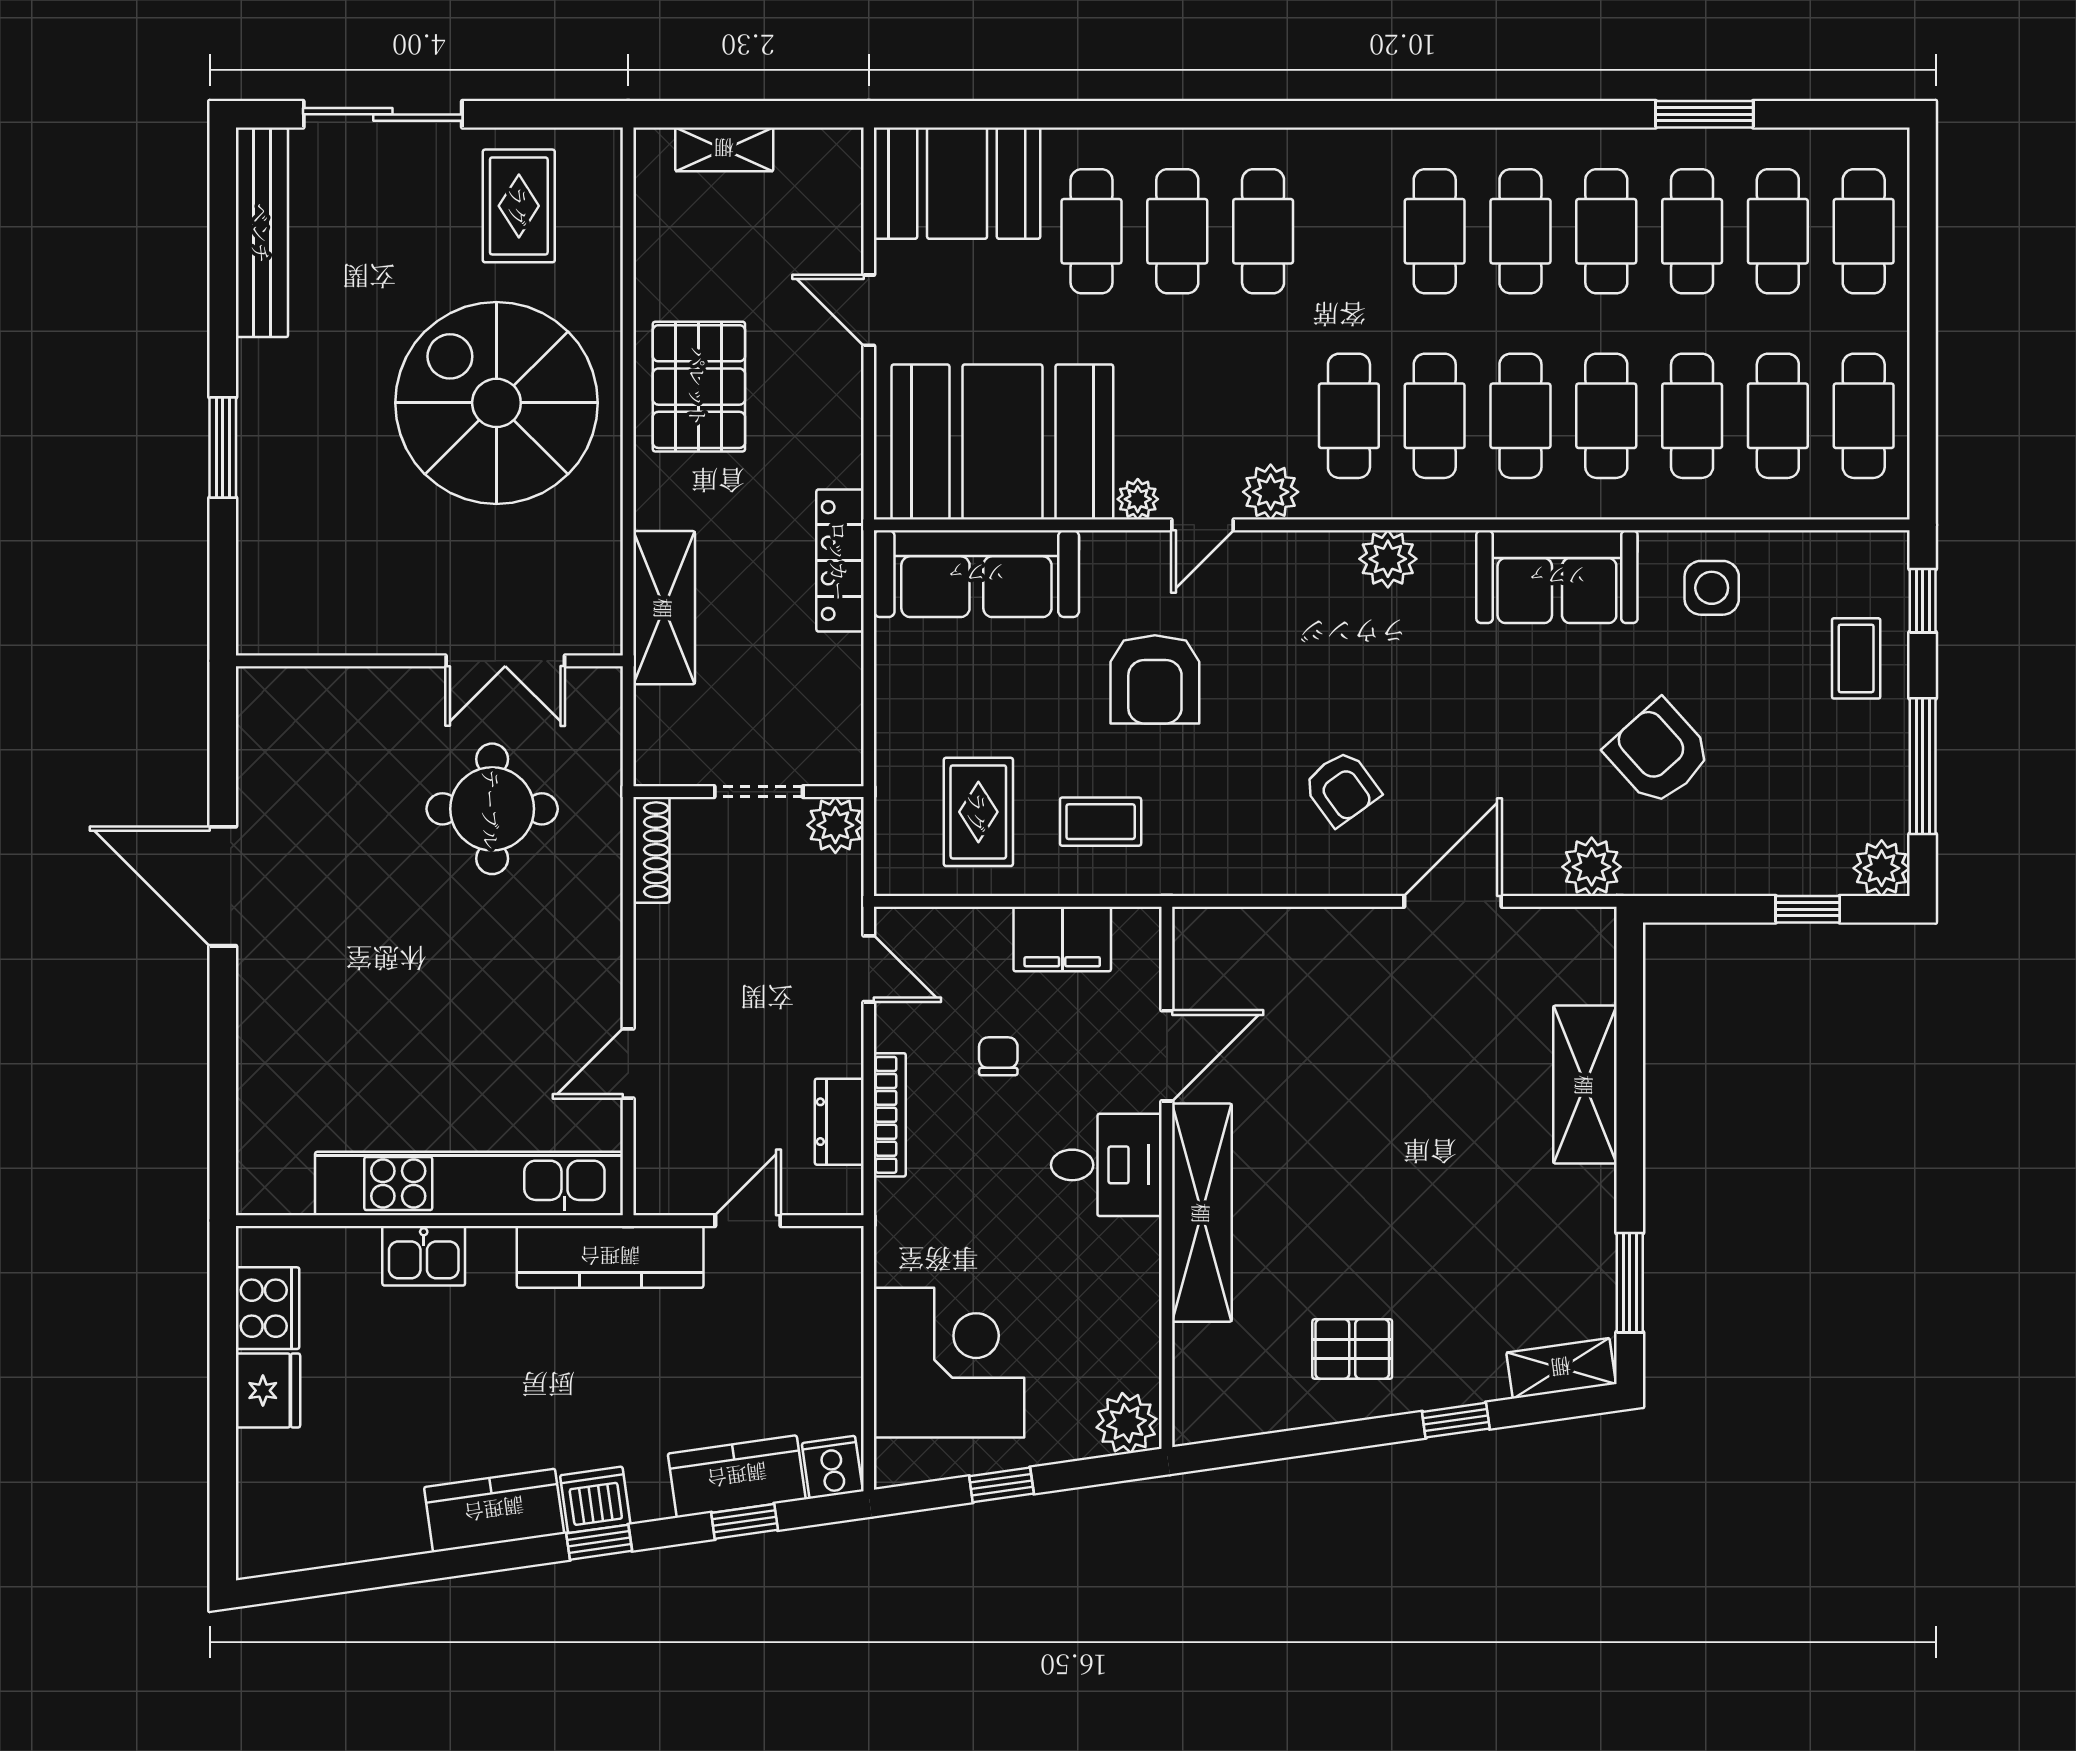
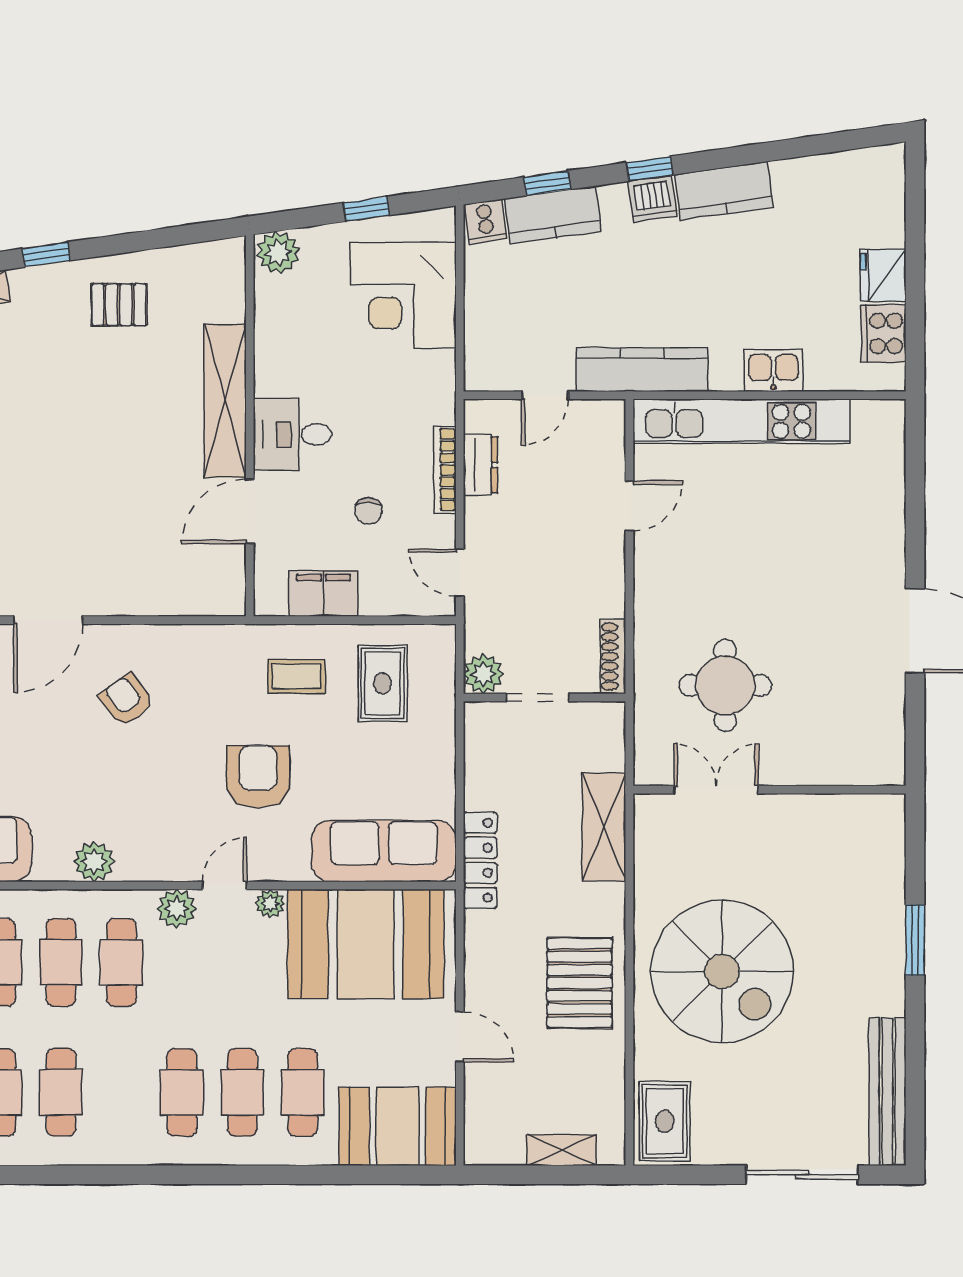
rug: (519, 206) -> (665, 1121), moved

